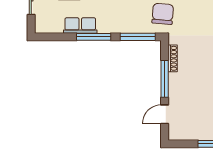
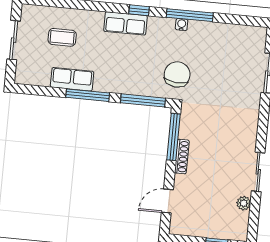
shoe rack: (173, 58) -> (182, 157), moved
window: (165, 79) -> (173, 137), moved

